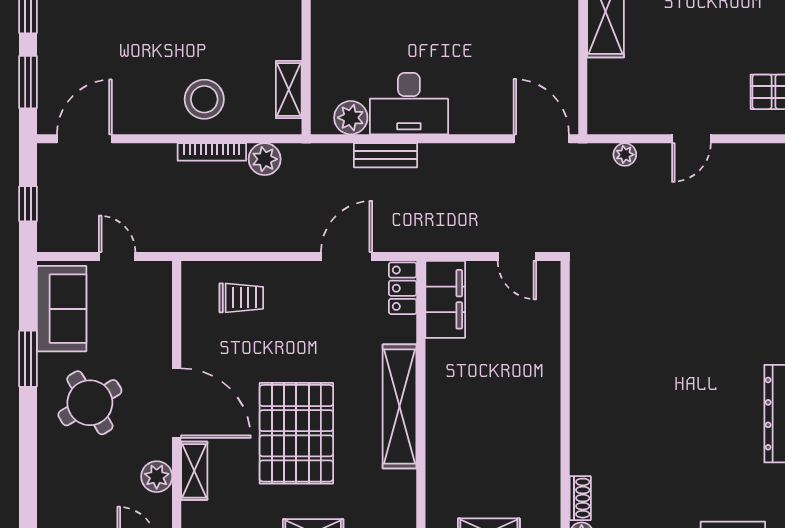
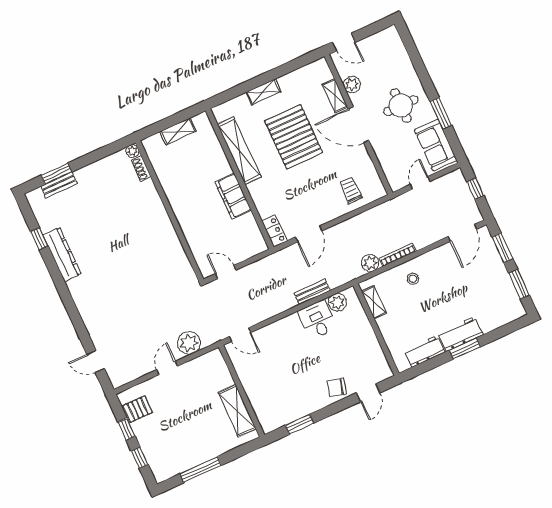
stool: (204, 99) -> (413, 279), width x0.53, depth x0.53
desk: (409, 104) -> (317, 320), width x0.73
door: (541, 139) -> (240, 335), width x0.73
plant: (625, 155) -> (189, 343), width x1.87, depth x1.87
door: (117, 256) -> (420, 183), swing flipped
trolley: (241, 298) -> (351, 190), turned 90
filing cabinet: (445, 299) -> (233, 196), moved
round table: (90, 403) -> (401, 106), turned 31
shelving: (400, 406) -> (239, 151), moved

